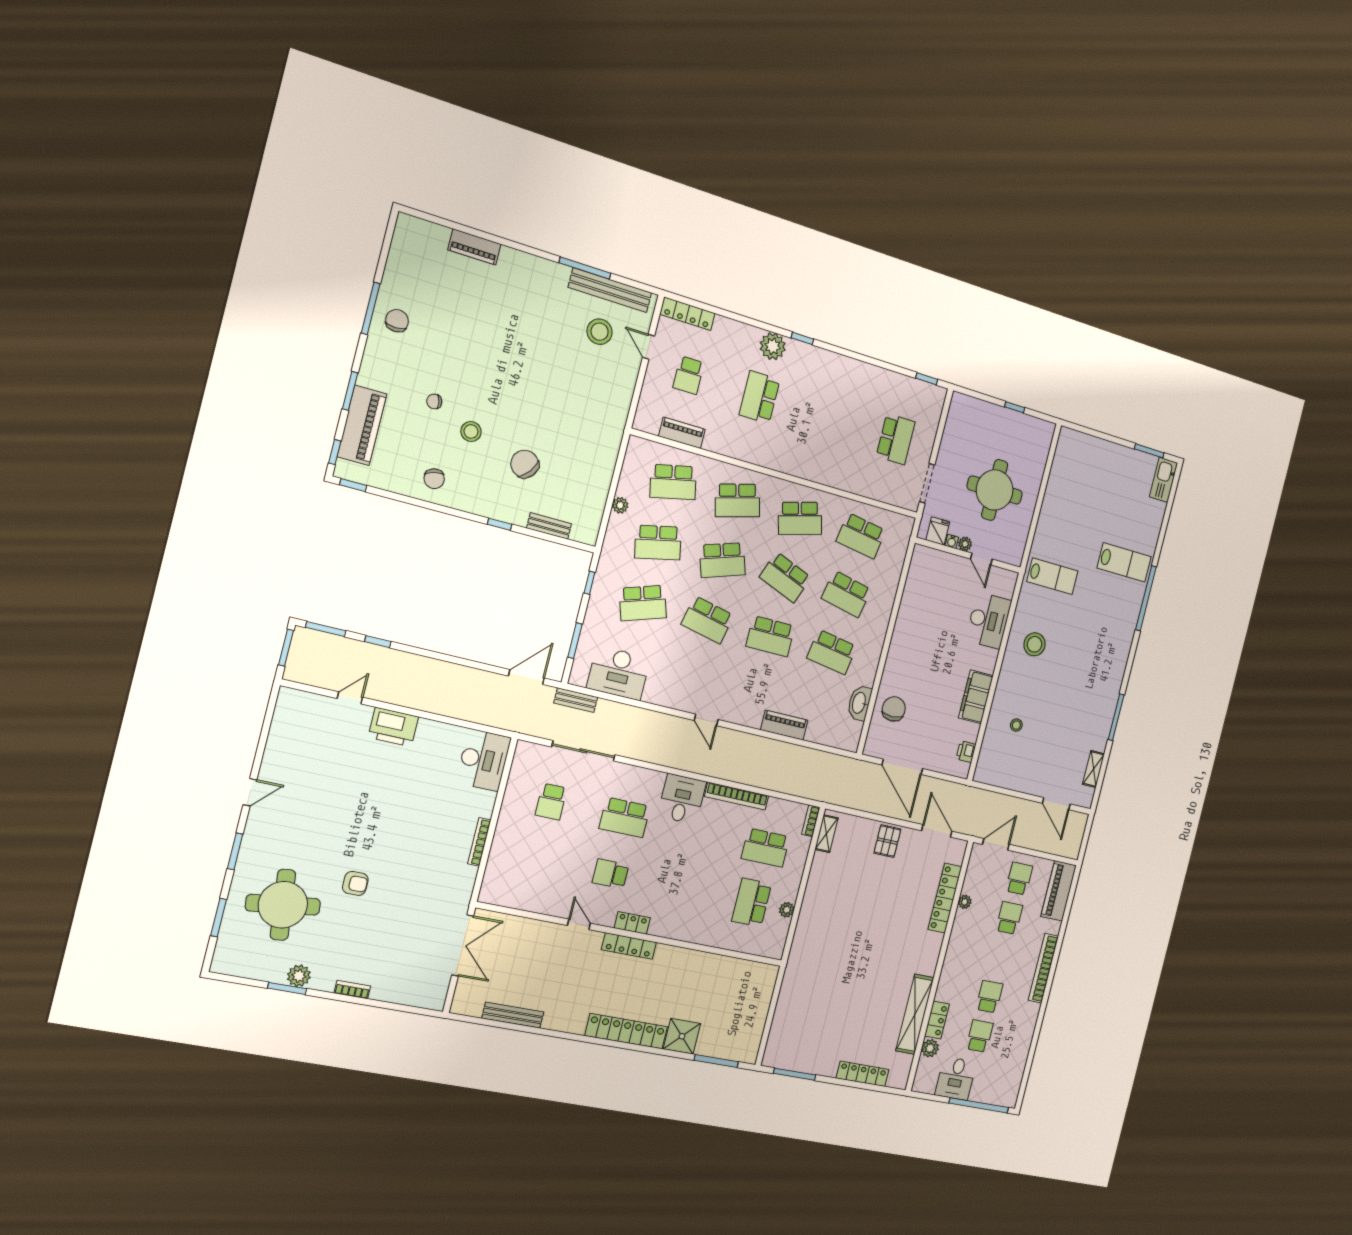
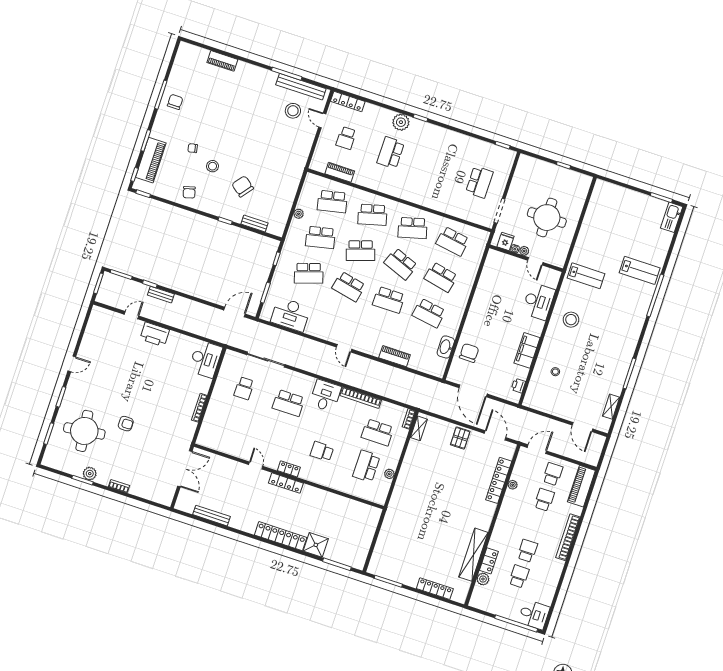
bench: (576, 700) -> (161, 295), moved
school desk: (611, 874) -> (322, 451), moved
desk: (956, 1078) -> (534, 615), moved, turned -90

